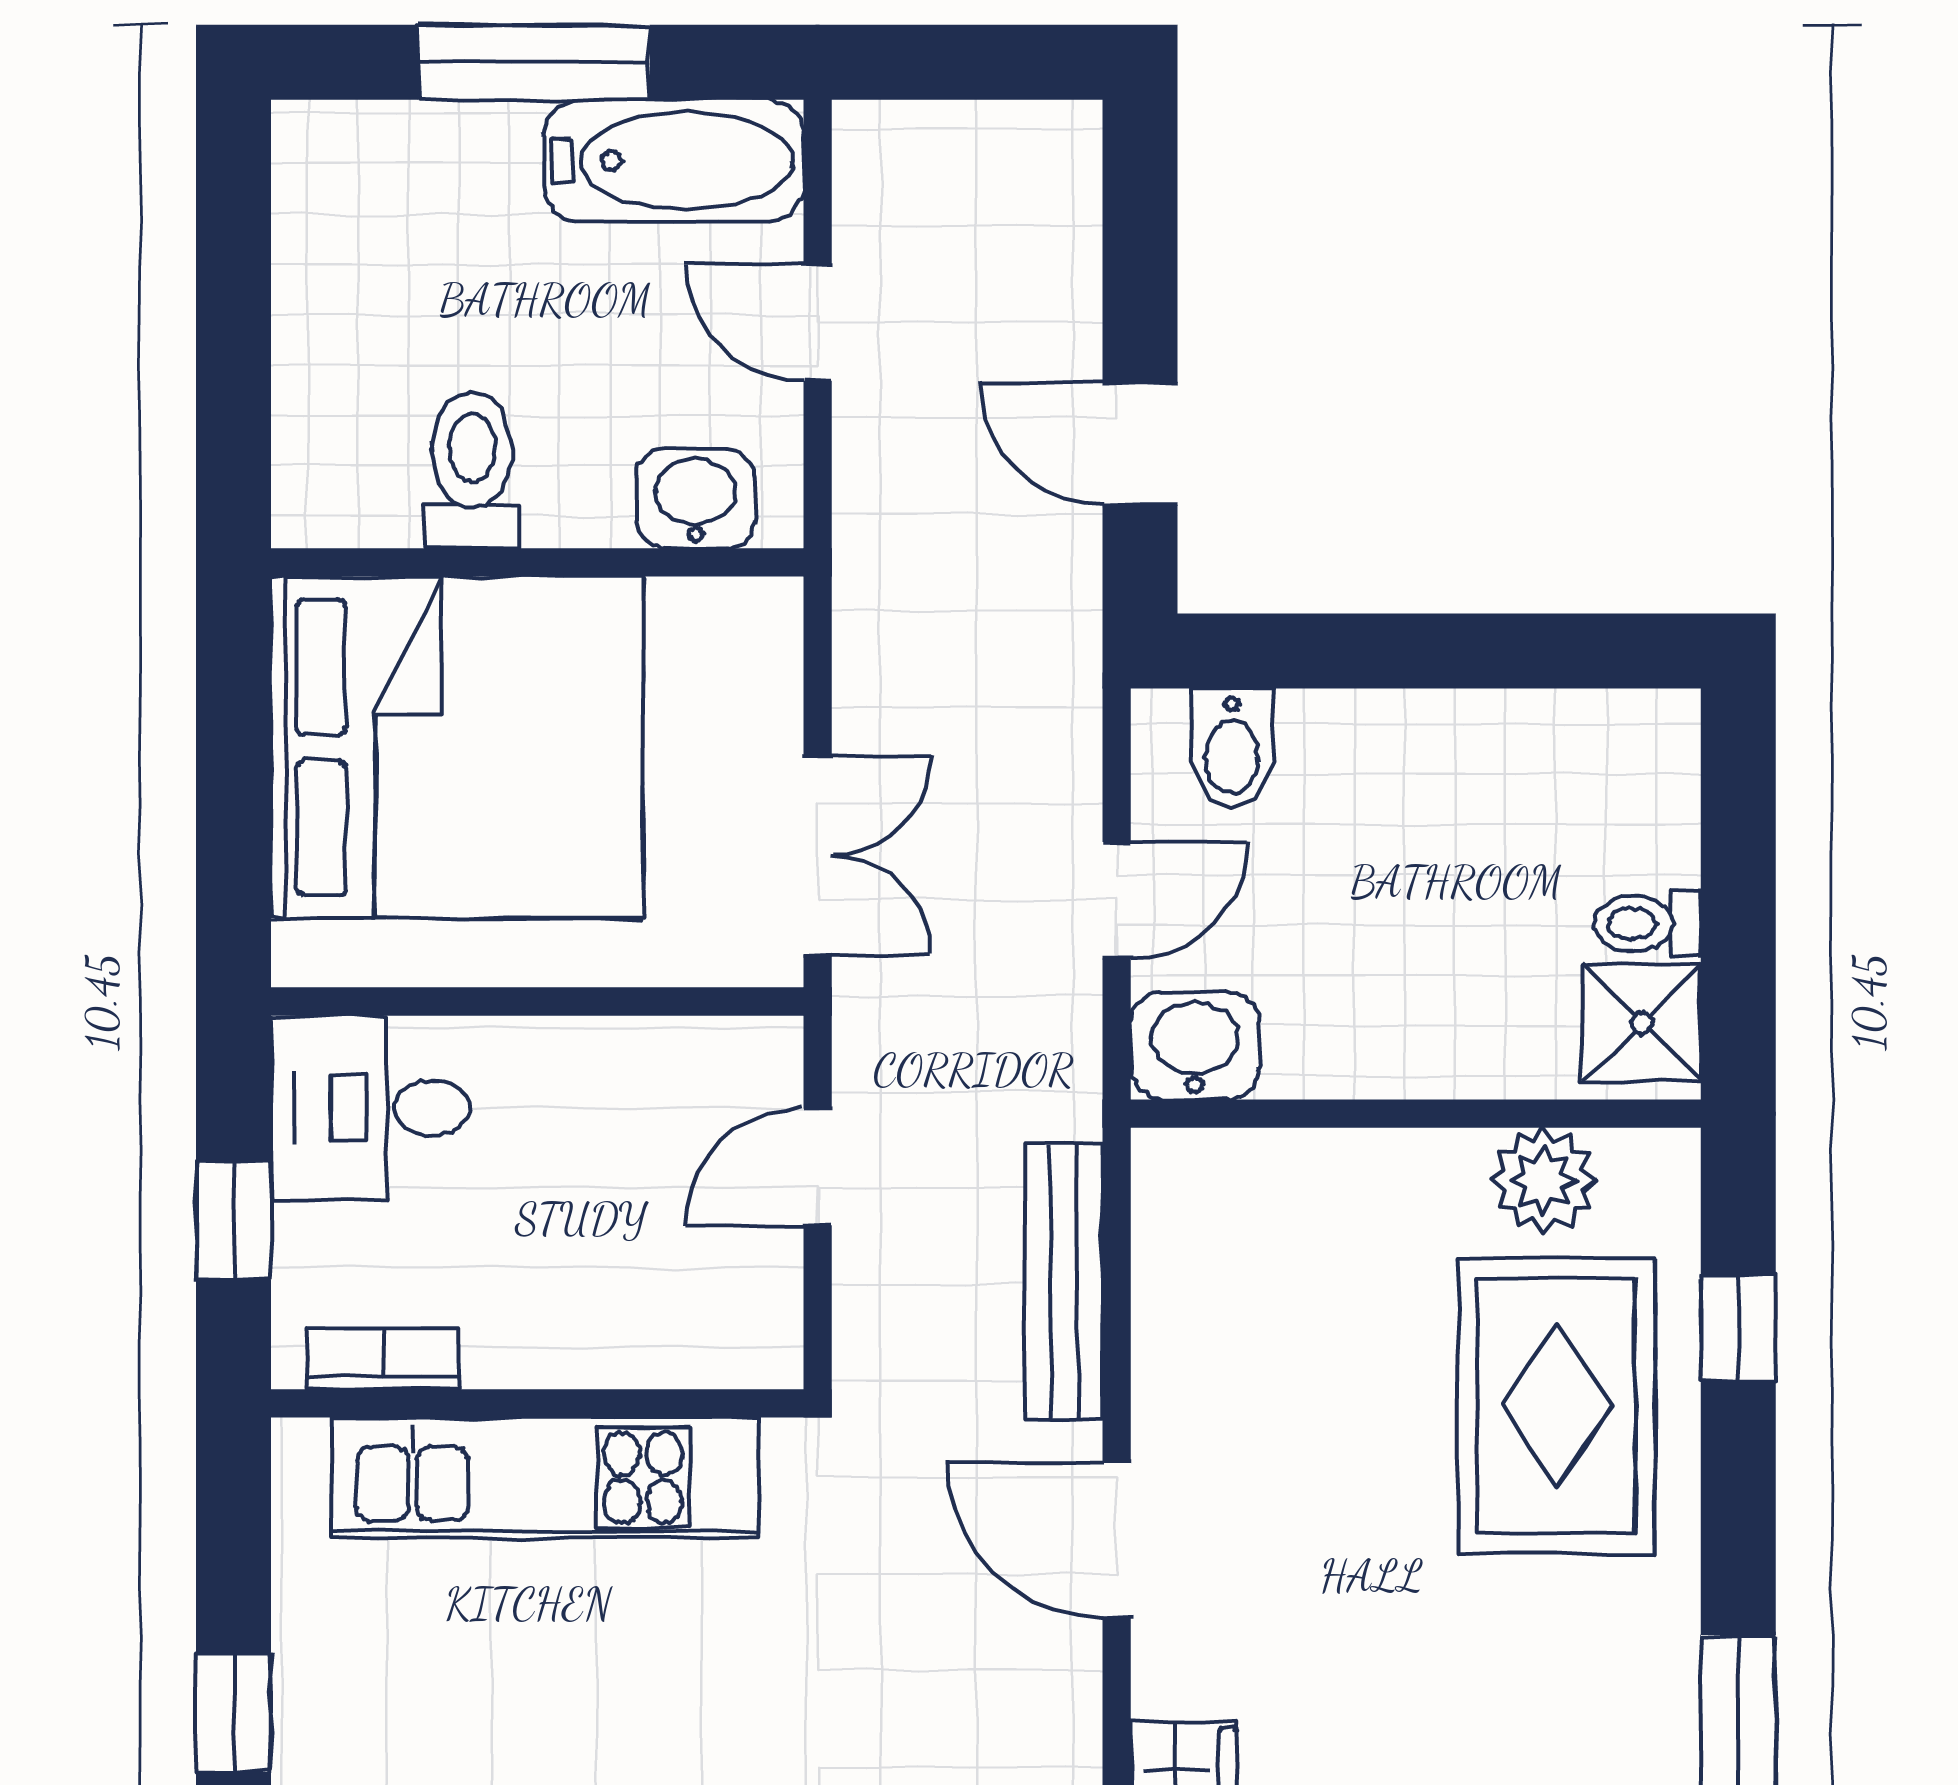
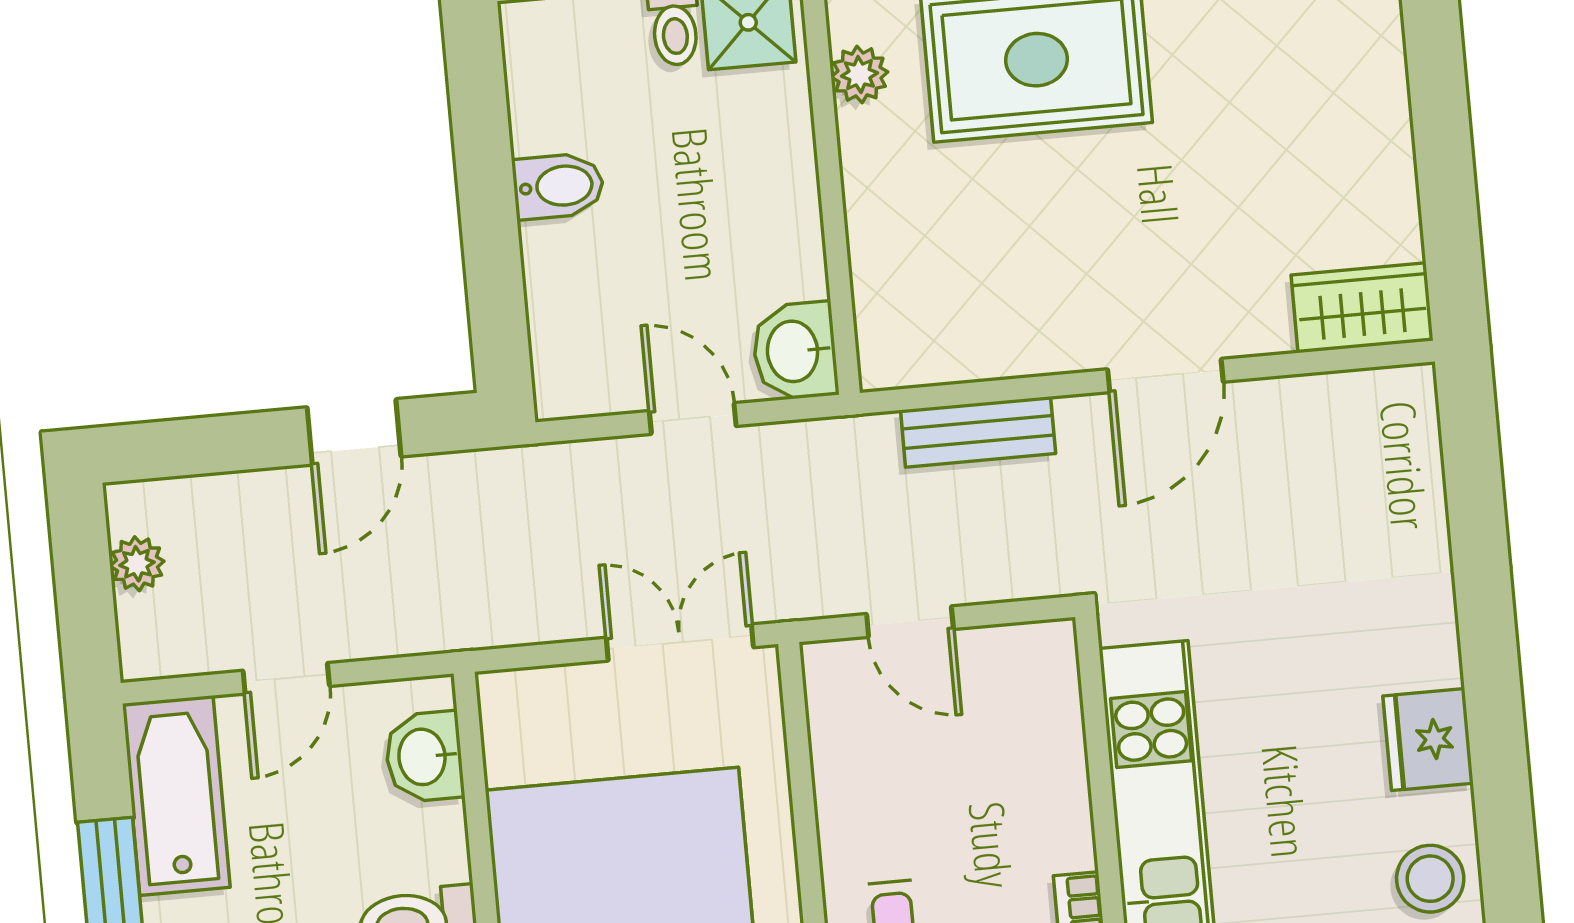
plant: (990, 136) -> (137, 564), added
bidet: (1232, 748) -> (558, 186), moved
plant: (1544, 1180) -> (859, 75), width x0.73, depth x0.73
bench: (1064, 1282) -> (978, 432), width x0.73

